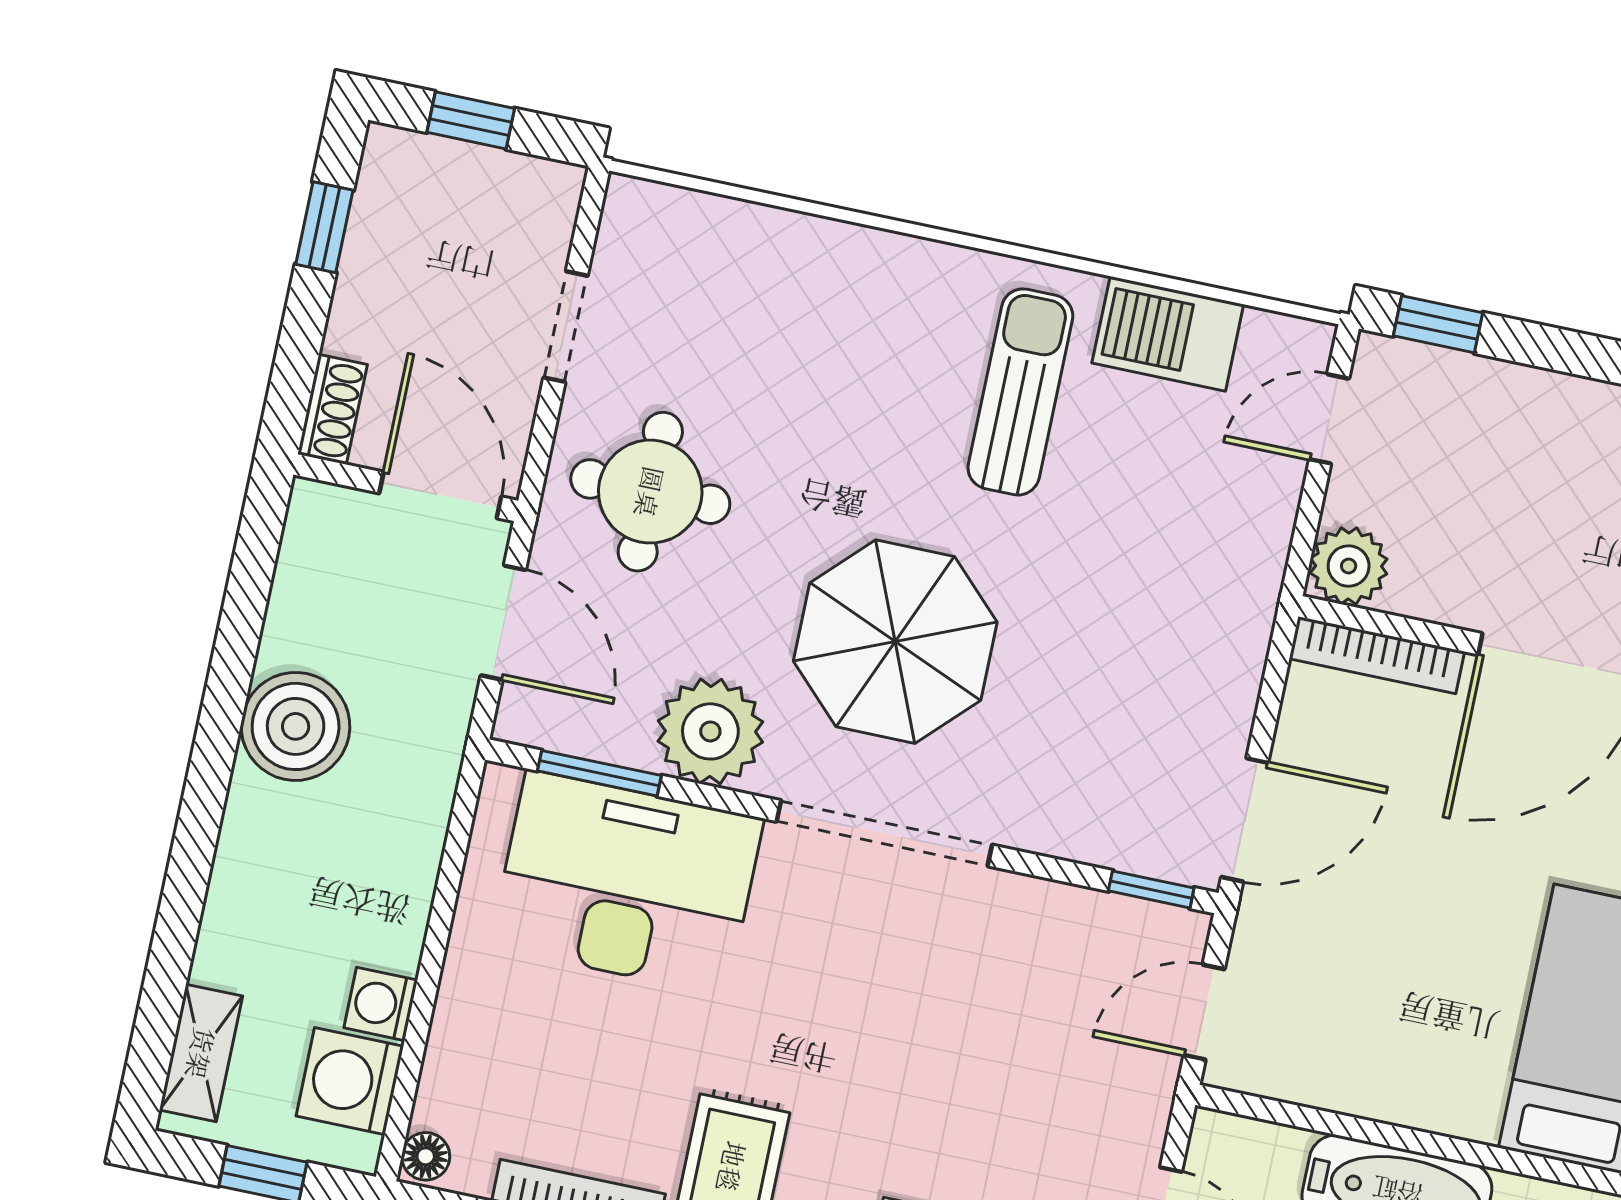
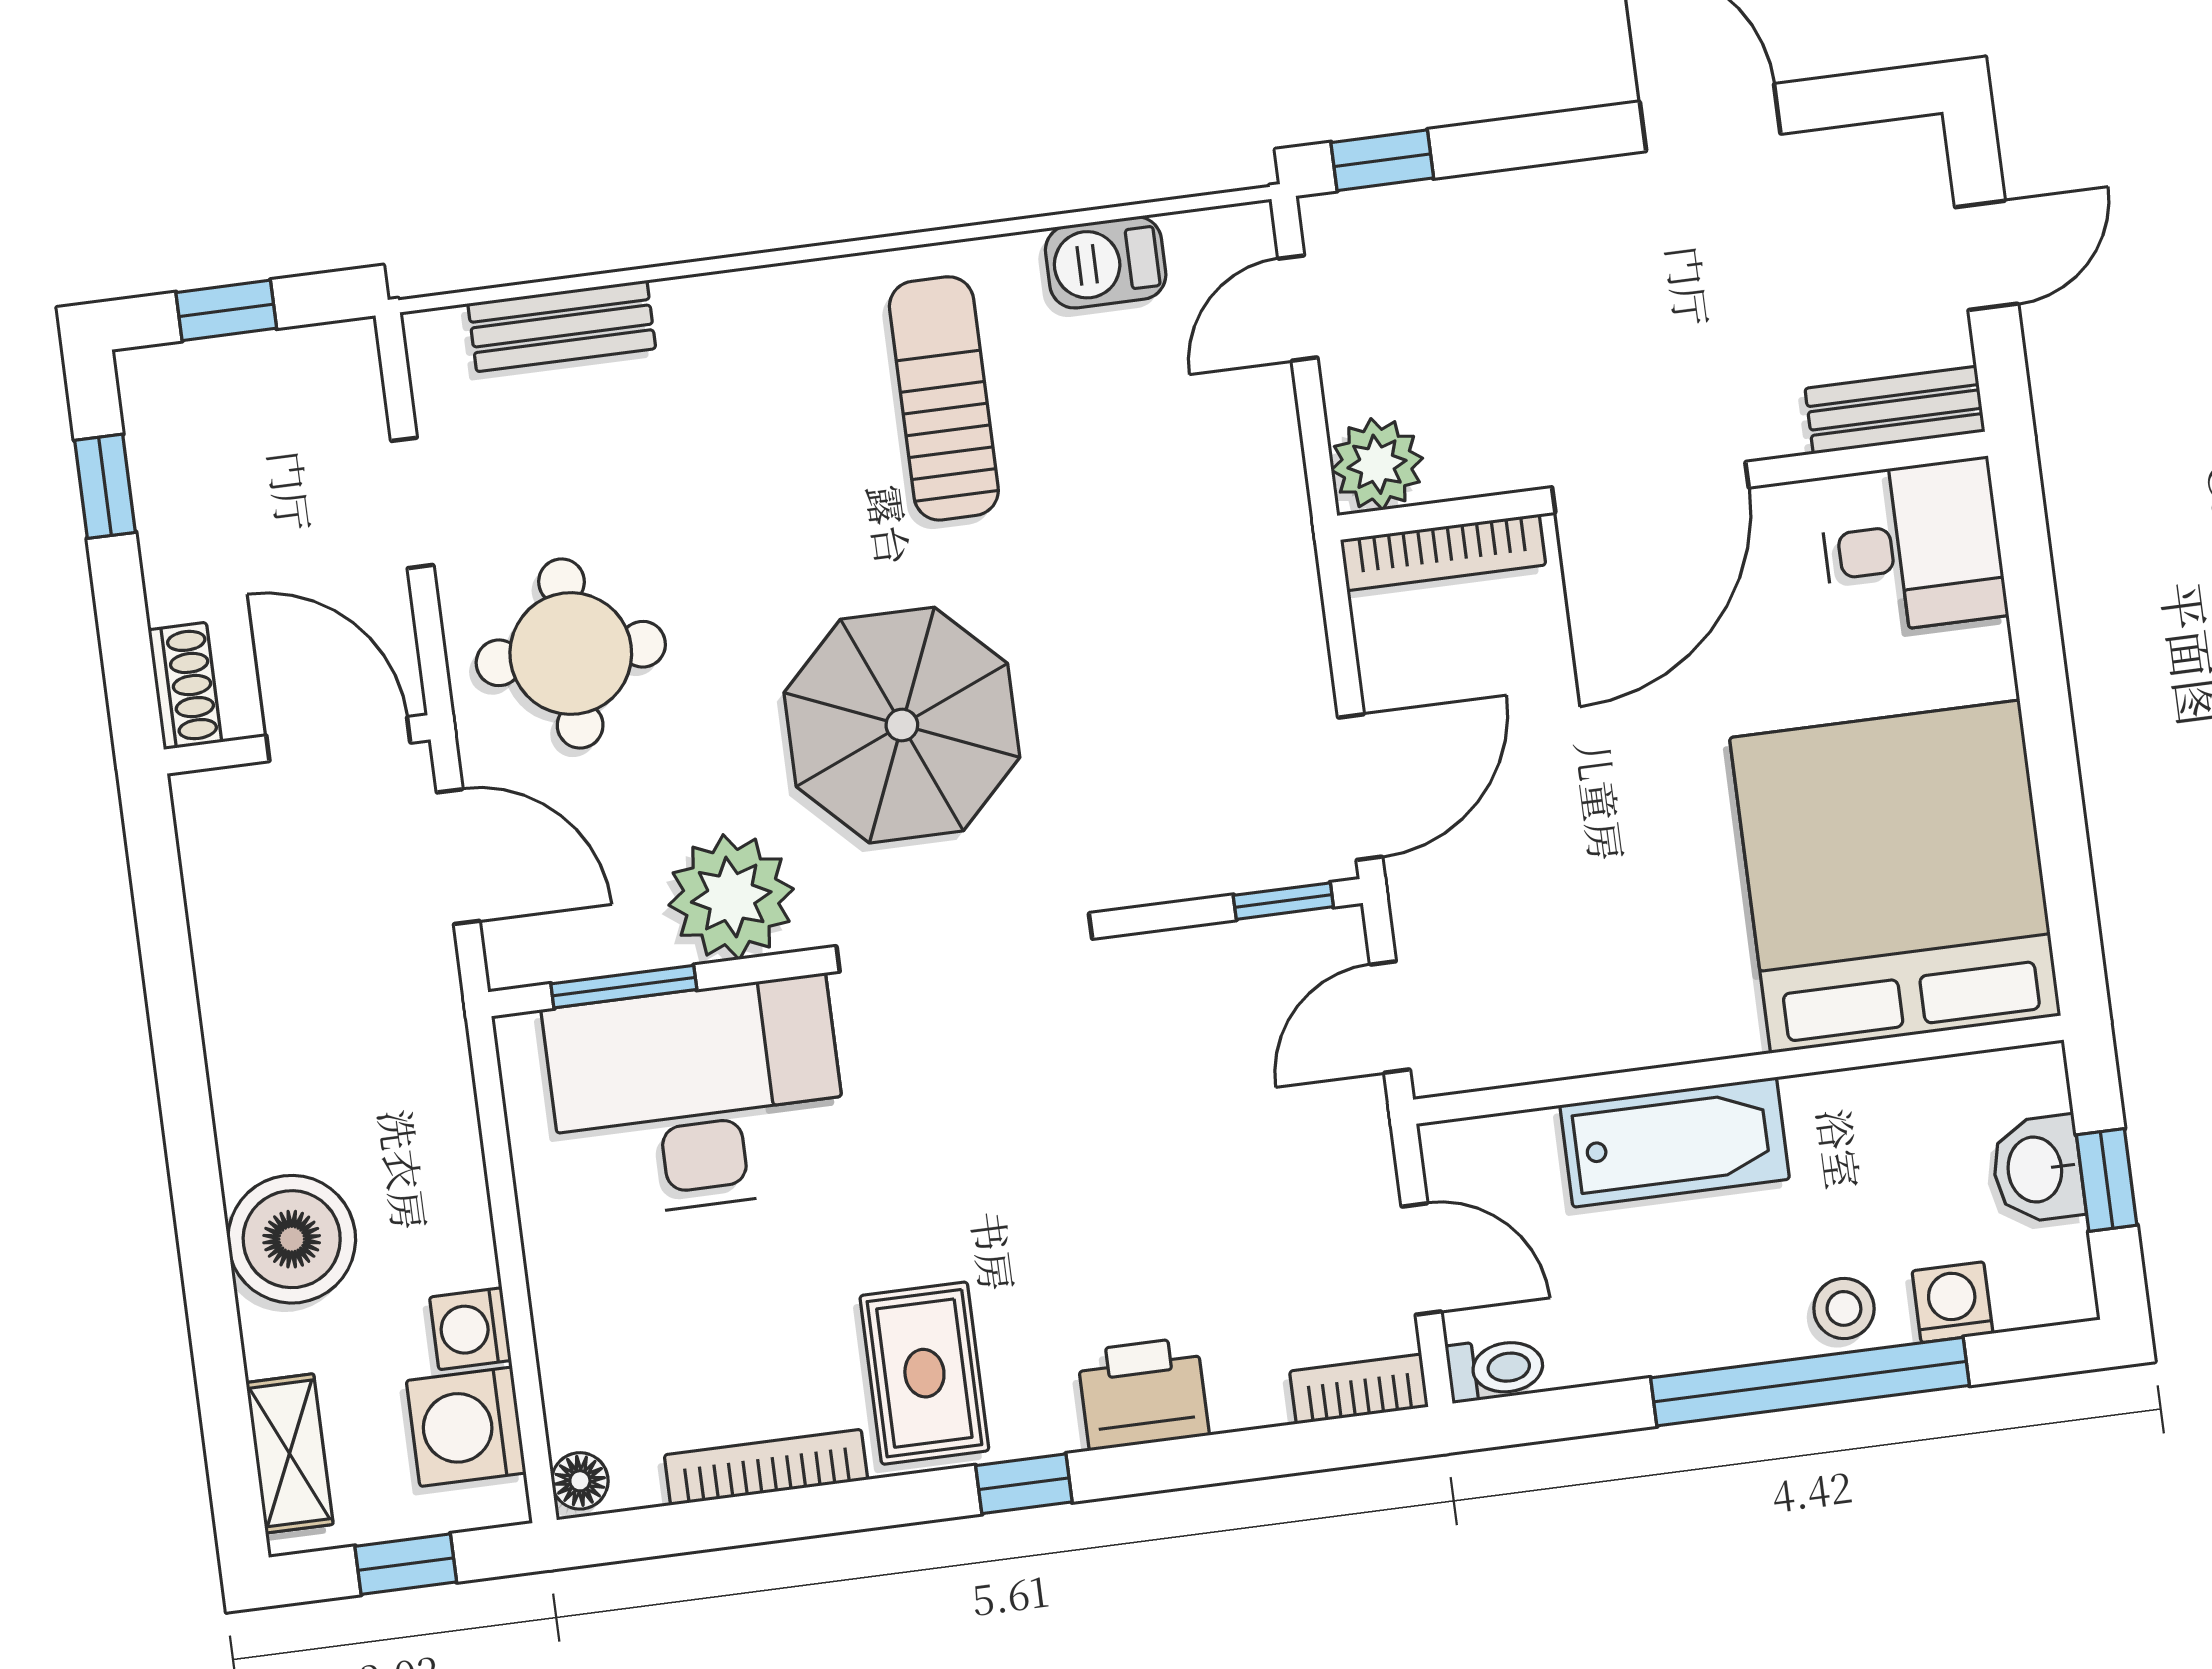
bench: (735, 227) -> (562, 326), added
barbecue: (1168, 334) -> (1106, 262), width x0.73, depth x0.79
boiler: (296, 726) -> (292, 1239), moved

